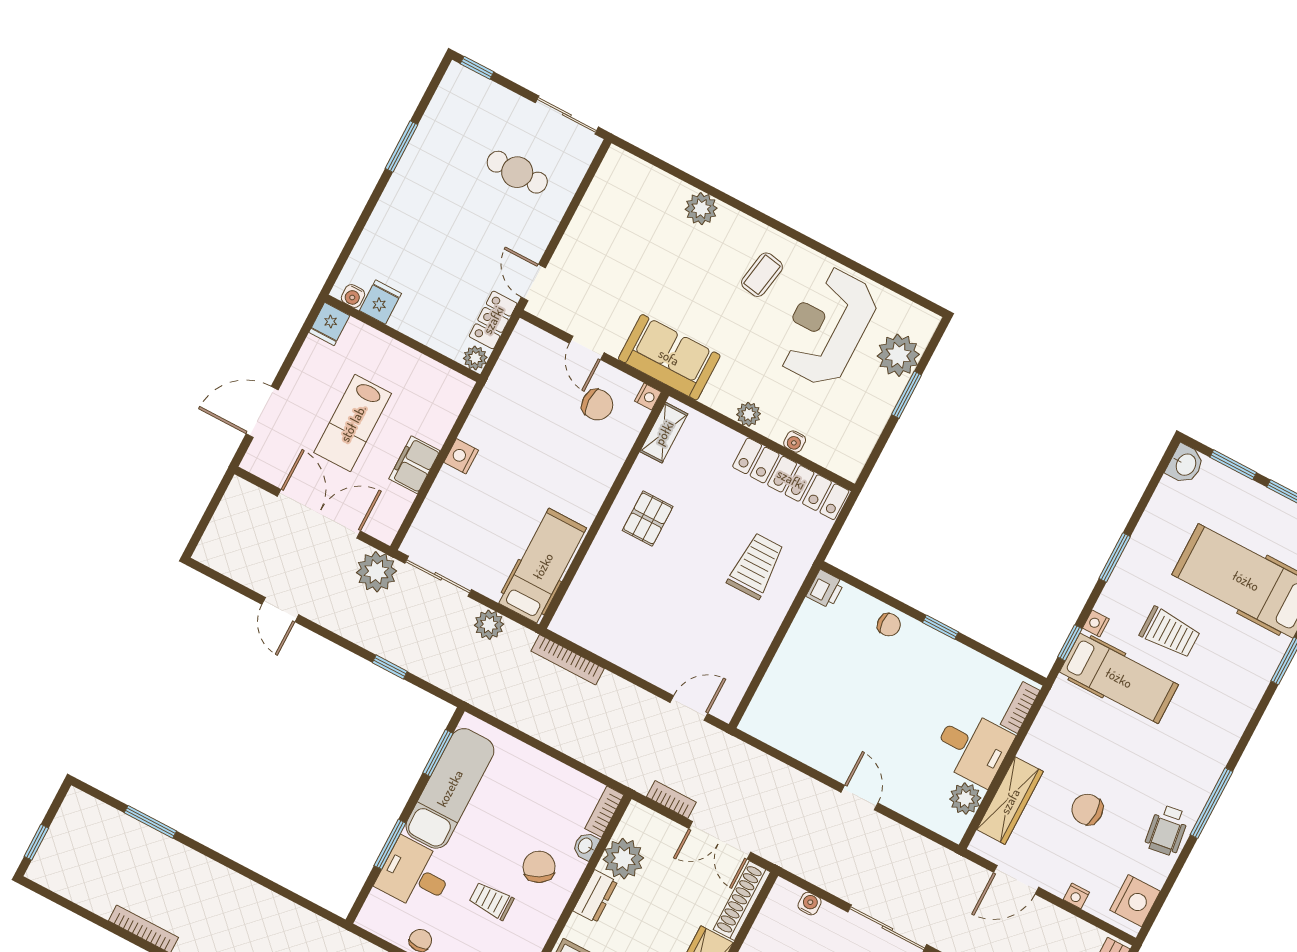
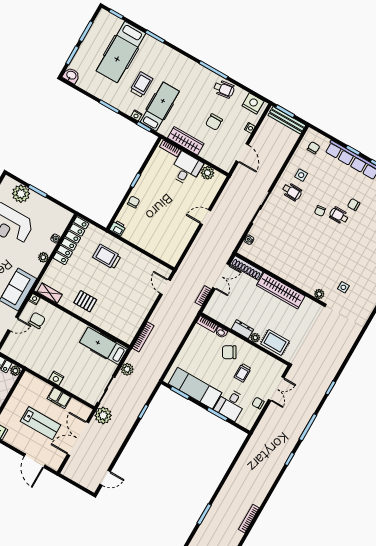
door: (280, 610) -> (105, 478), moved
wardrobe: (1010, 801) -> (186, 141), moved
plant: (623, 859) -> (255, 338), moved, width x0.53, depth x0.53

